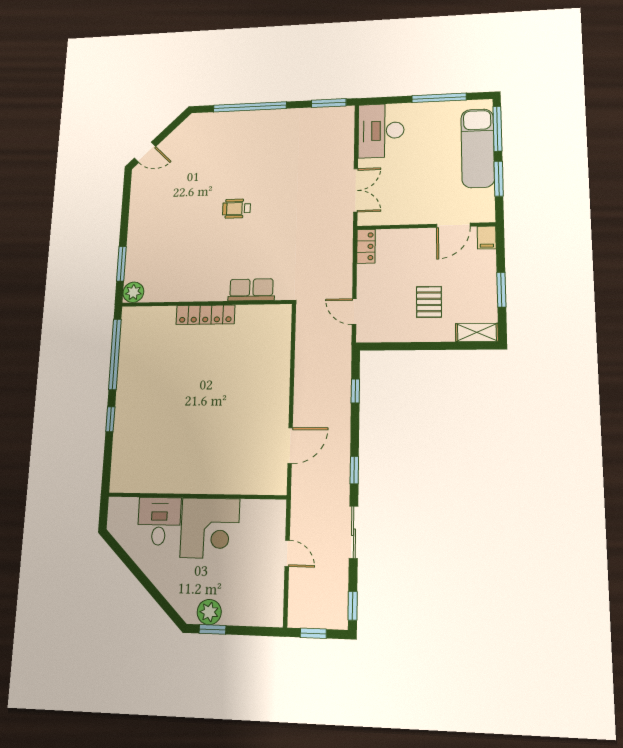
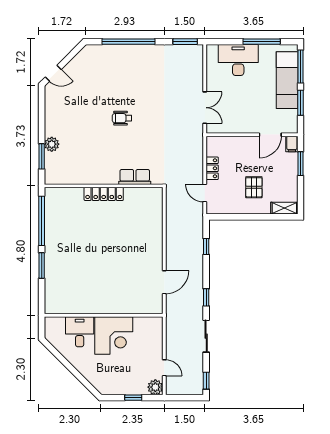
desk: (381, 131) -> (238, 60), moved, turned 90
locker: (366, 246) -> (212, 168), moved
window: (501, 290) -> (301, 164), moved
plant: (133, 292) -> (52, 144), moved
window: (110, 419) -> (42, 265), width x1.50
door: (287, 553) -> (164, 368), moved
plant: (209, 612) -> (155, 387), moved
window: (213, 629) -> (133, 398), moved
window: (313, 633) -> (182, 398), removed

